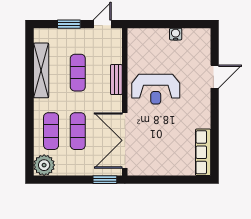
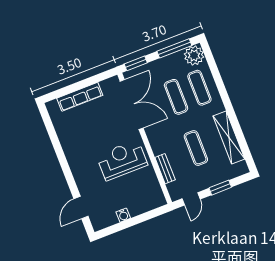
door: (215, 77) -> (81, 208), moved
bench: (116, 80) -> (165, 169), moved
row of seats: (203, 152) -> (80, 97), moved, turned 90
window: (61, 180) -> (174, 48), added

